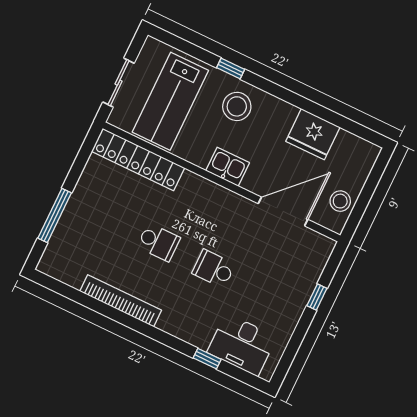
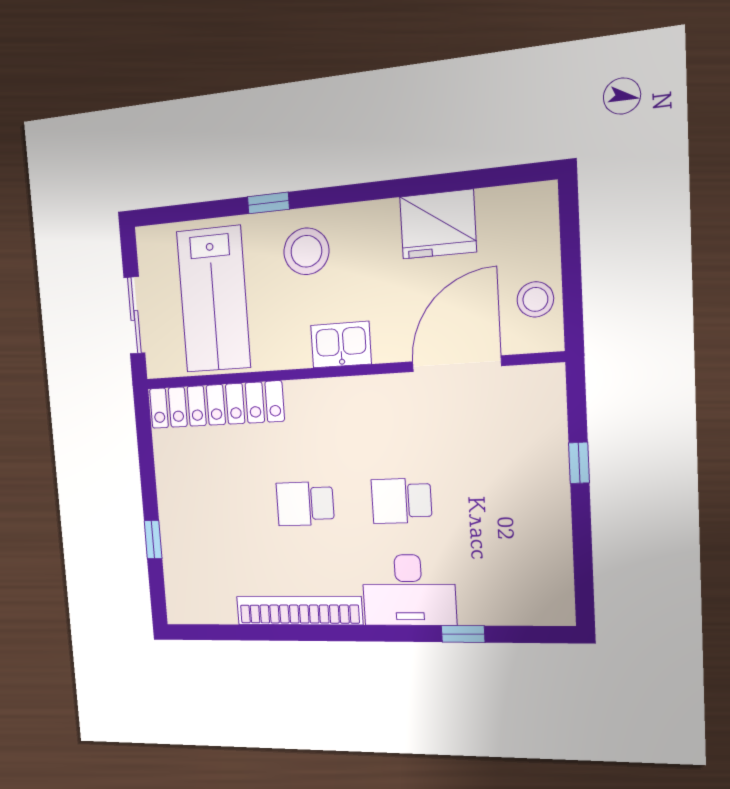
window: (55, 216) -> (153, 540), width x0.46
school desk: (159, 242) -> (305, 504), turned 180
desk: (242, 345) -> (409, 590), moved

